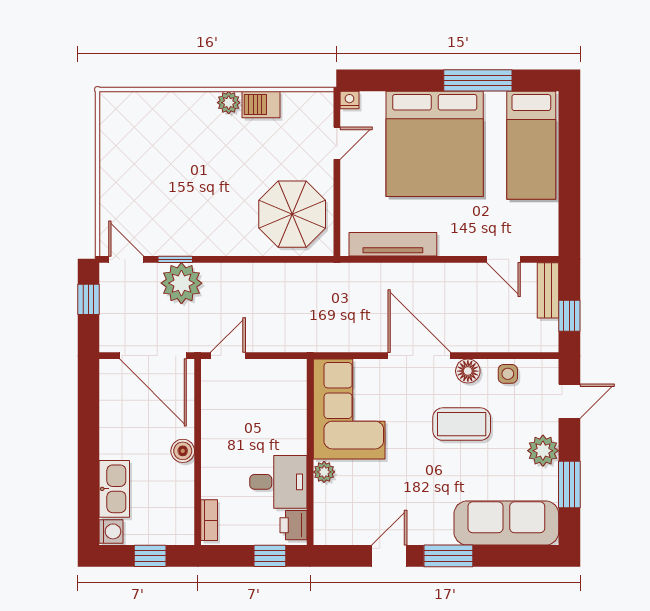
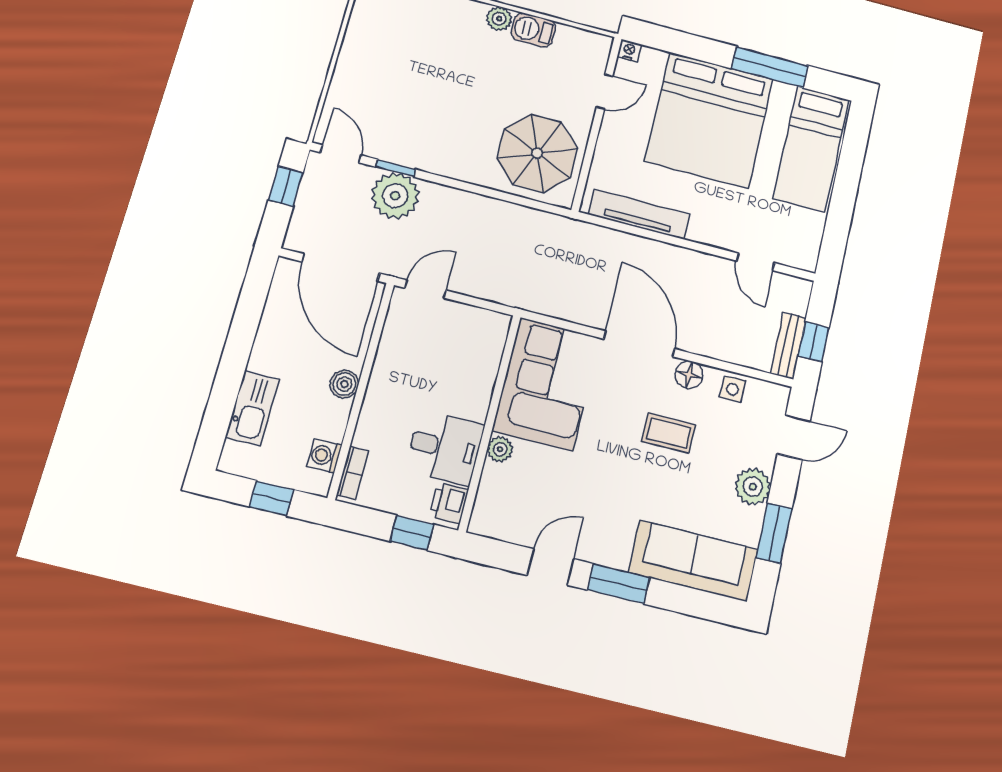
bench: (548, 290) -> (788, 346), moved
coffee table: (462, 424) -> (669, 433), width x0.73, depth x0.77
washing machine: (111, 531) -> (324, 456), moved, turned 180

